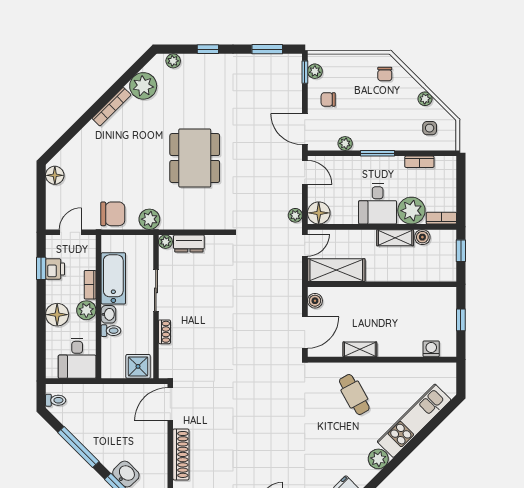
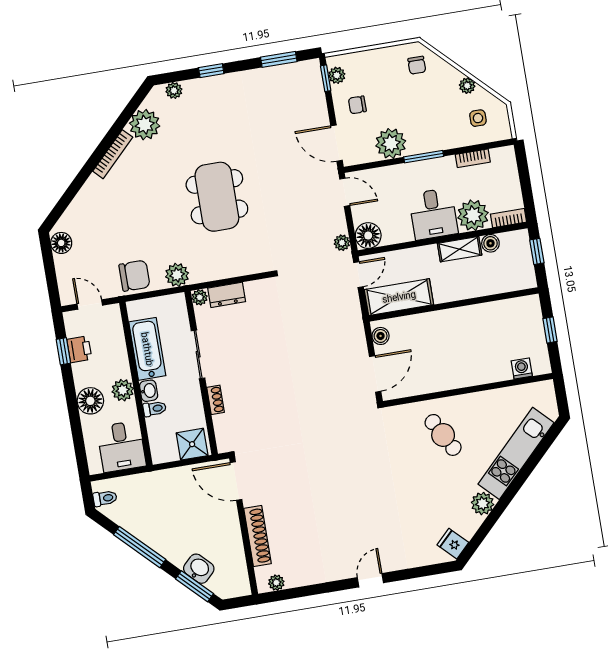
plant: (345, 143) -> (391, 143), width x1.88, depth x1.88
door: (70, 232) -> (90, 305), hinge flipped
bookcase: (90, 285) -> (122, 361), removed
shelving: (360, 349) -> (441, 383), removed
door: (170, 404) -> (236, 481), hinge flipped

